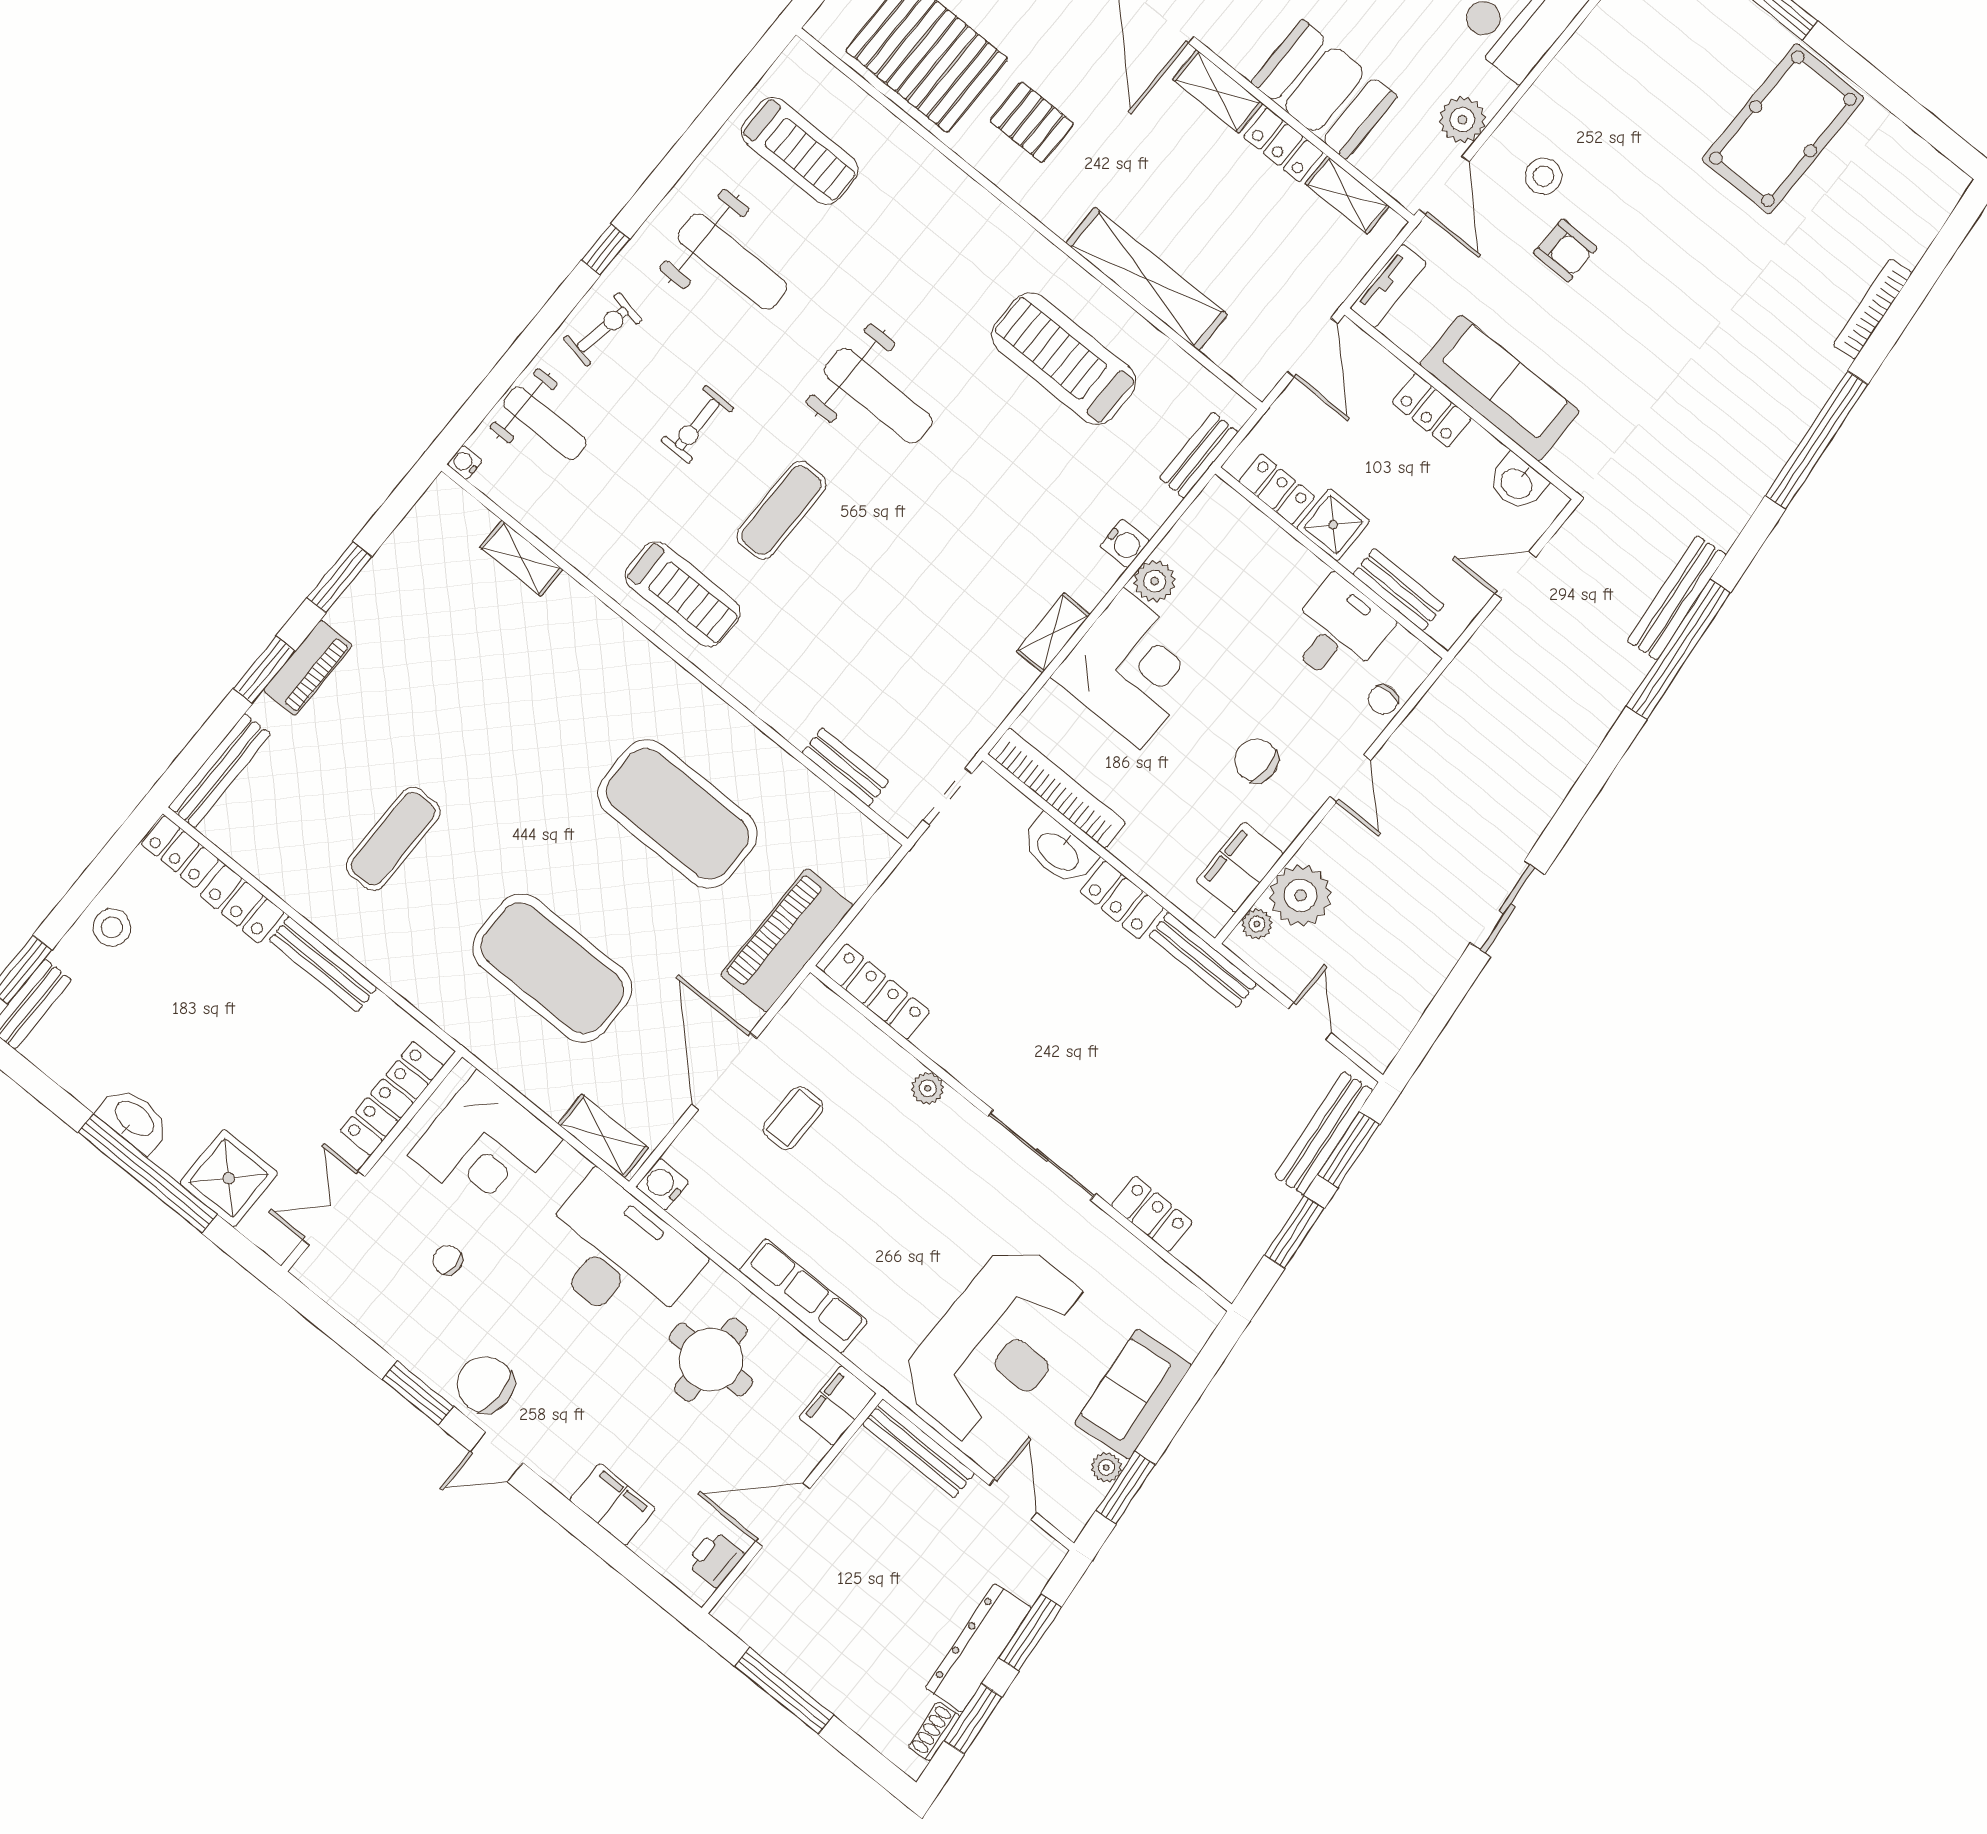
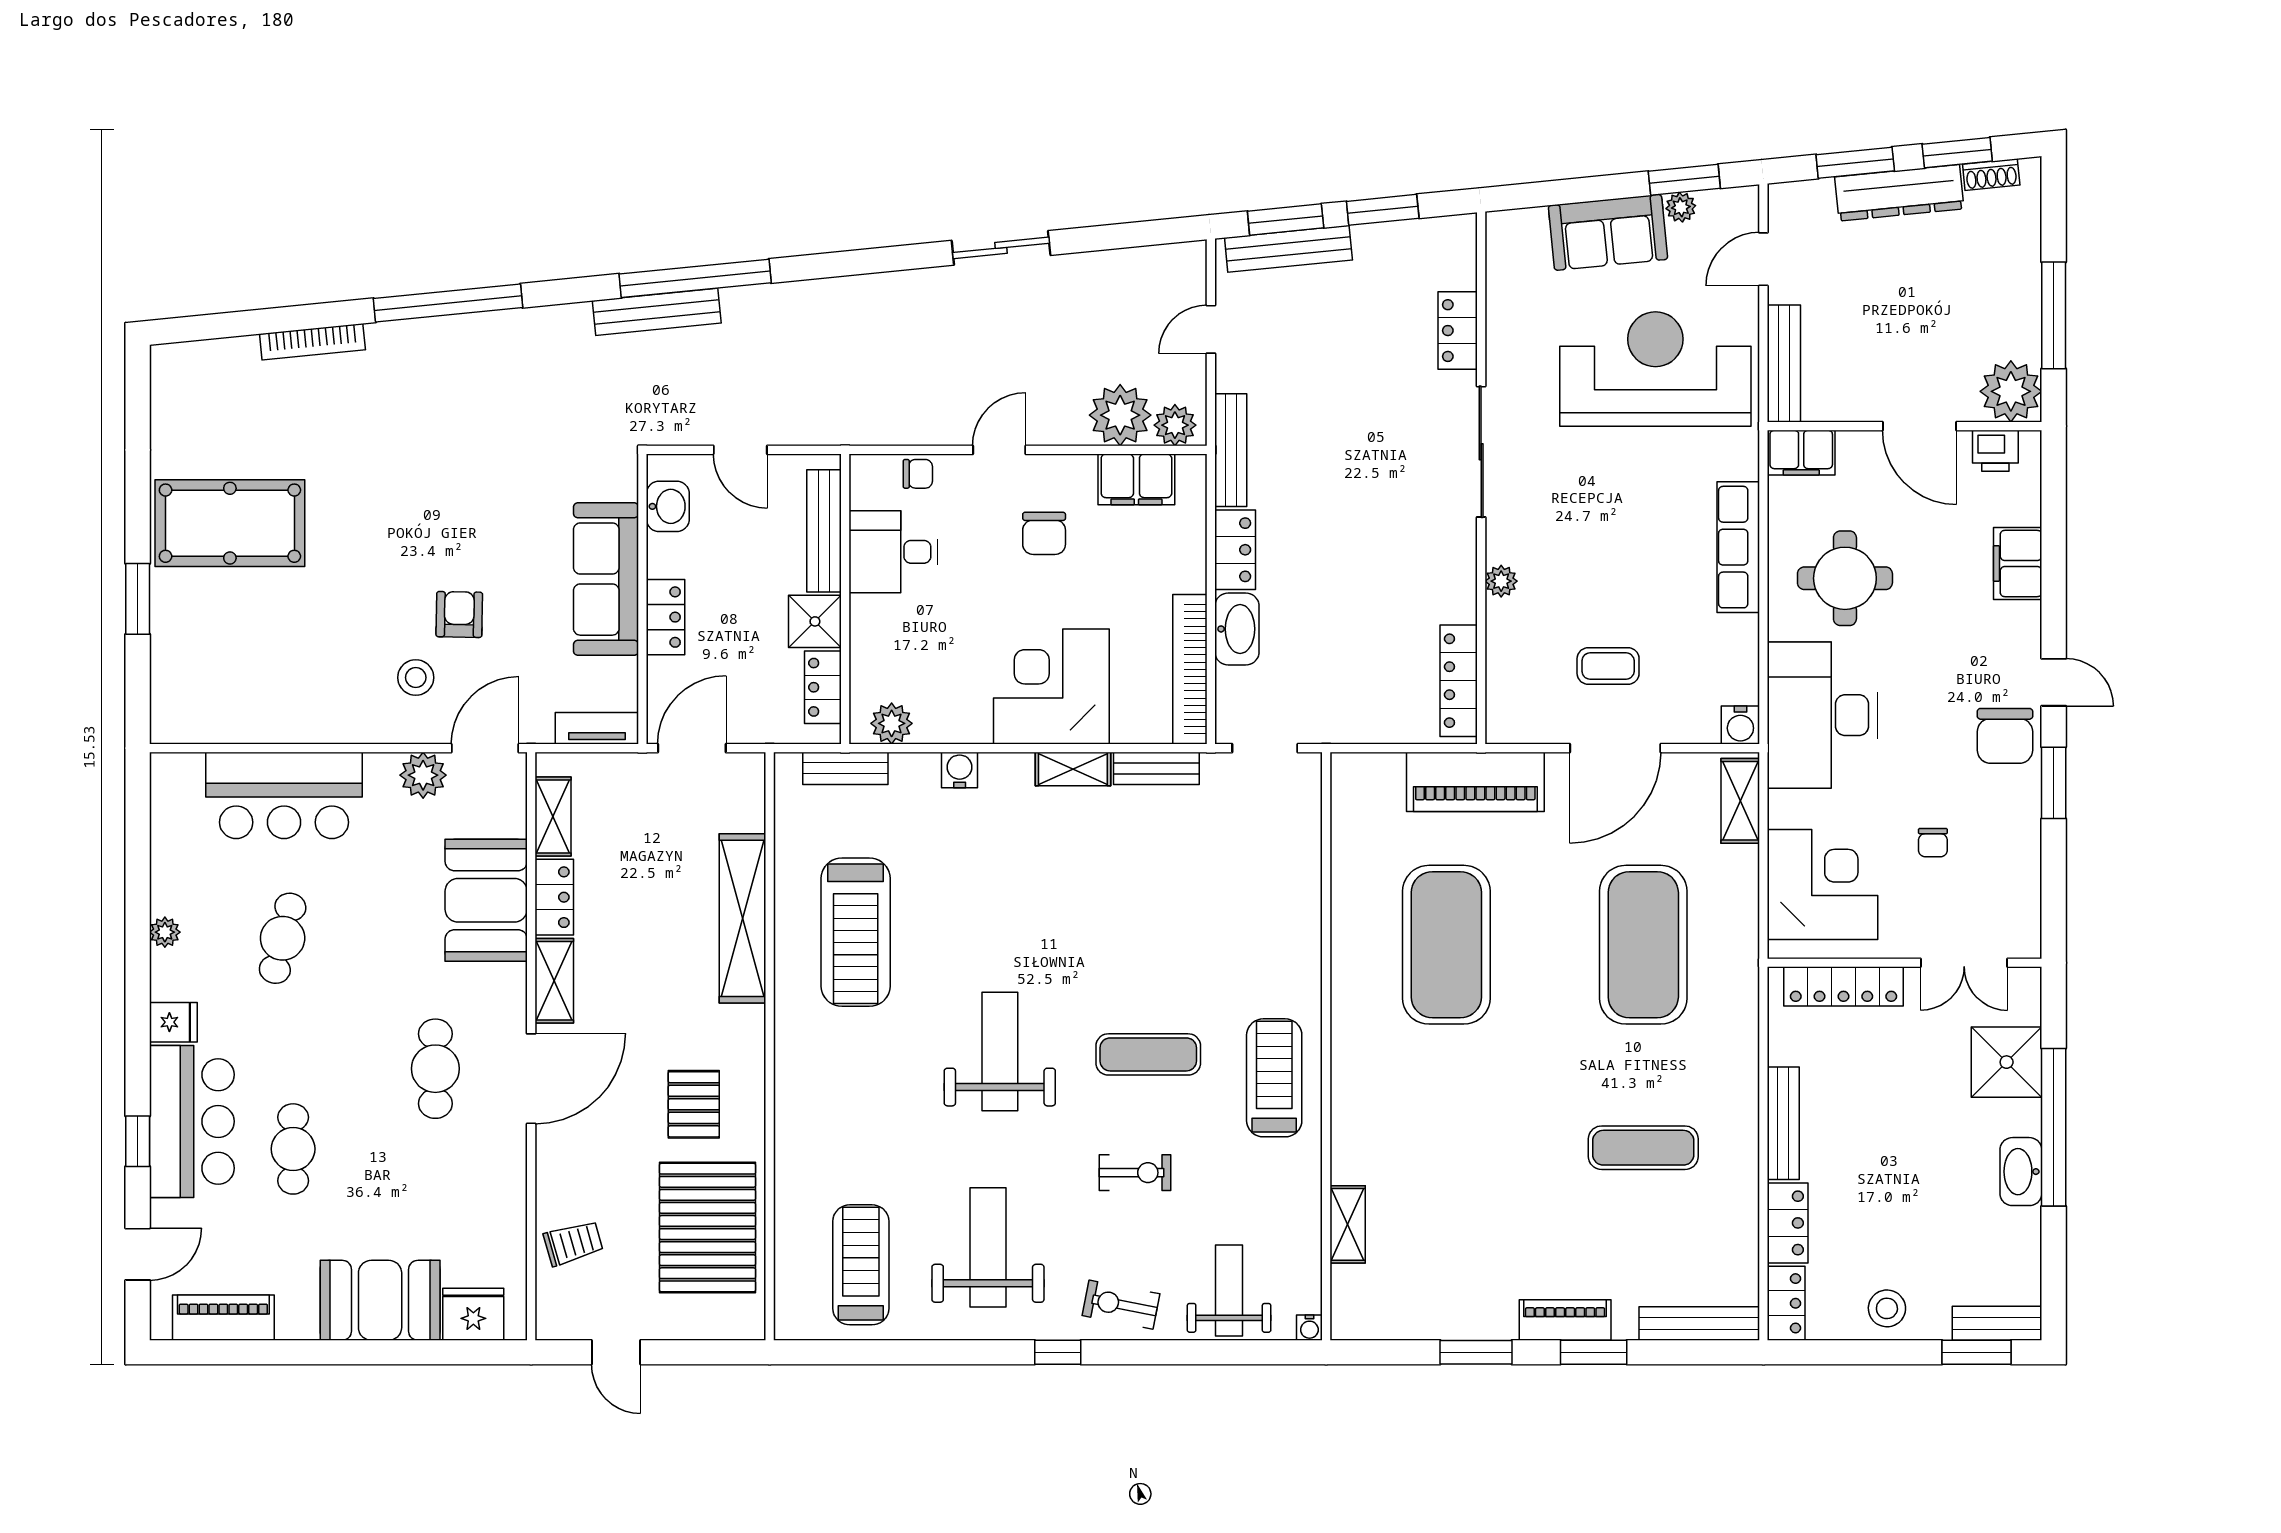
plant: (1155, 581) -> (892, 723), moved
bench: (1398, 590) -> (824, 531), width x1.36
bench: (845, 767) -> (1156, 768), moved, turned 90
plant: (1257, 924) -> (1175, 425), width x1.38, depth x1.38
plant: (752, 1609) -> (2011, 391), added

